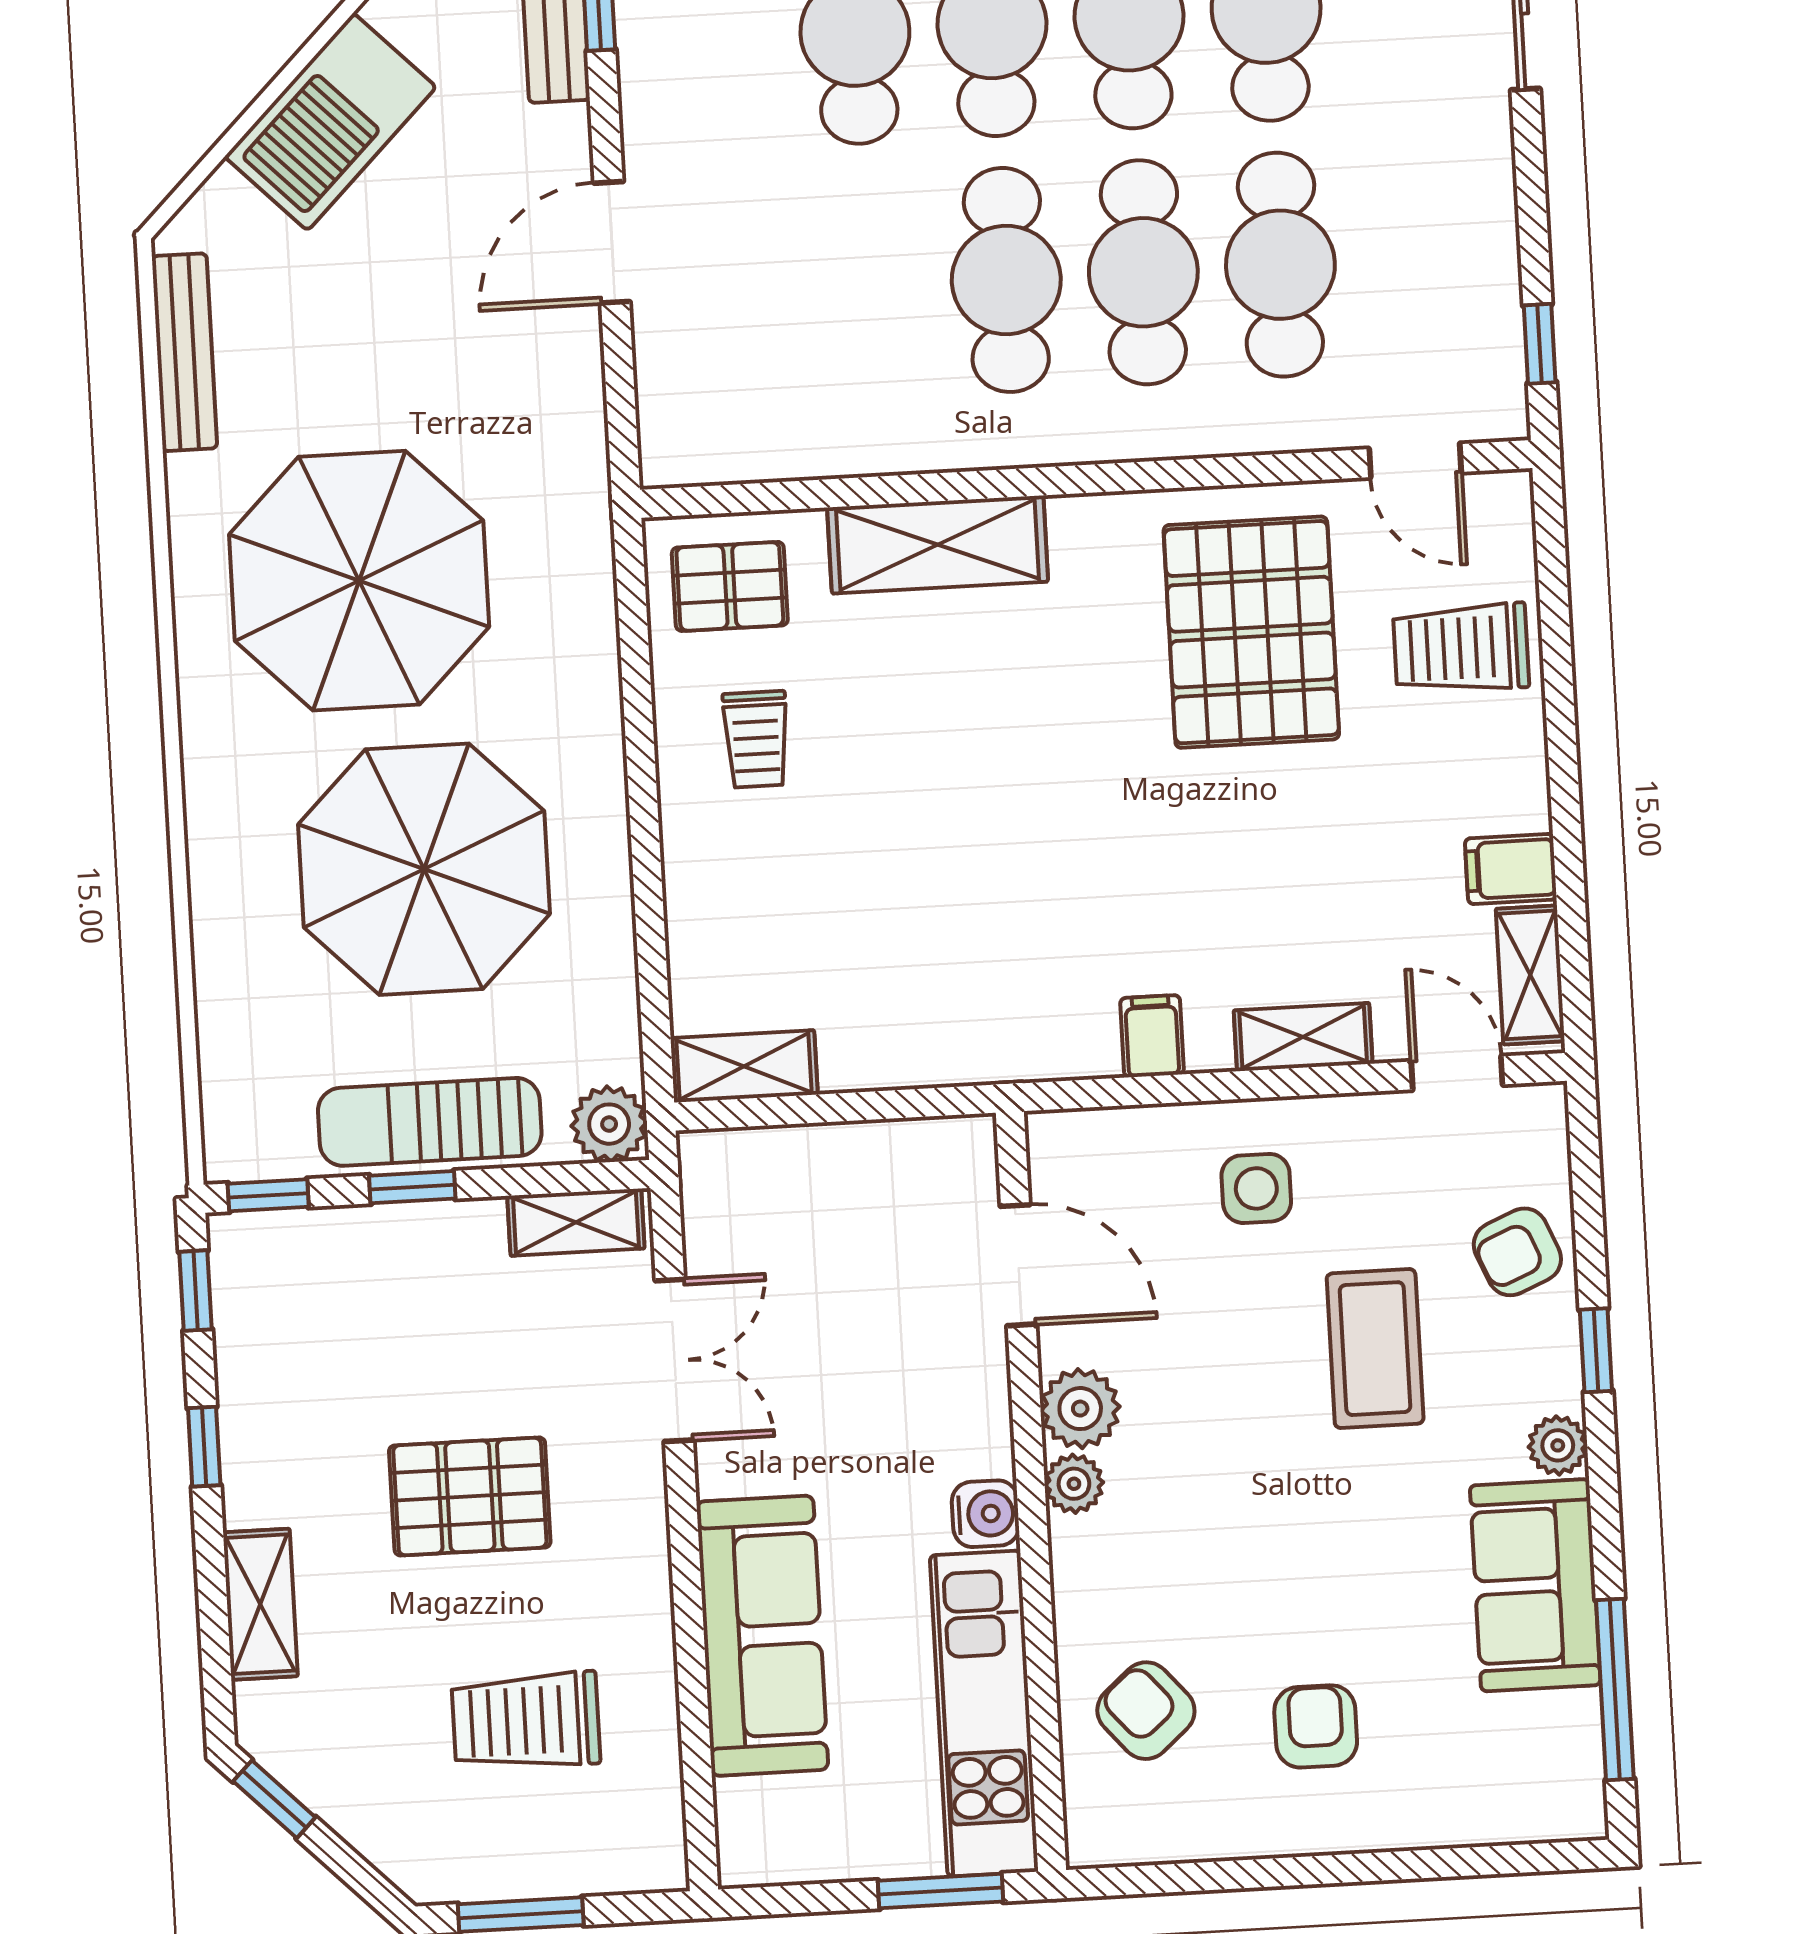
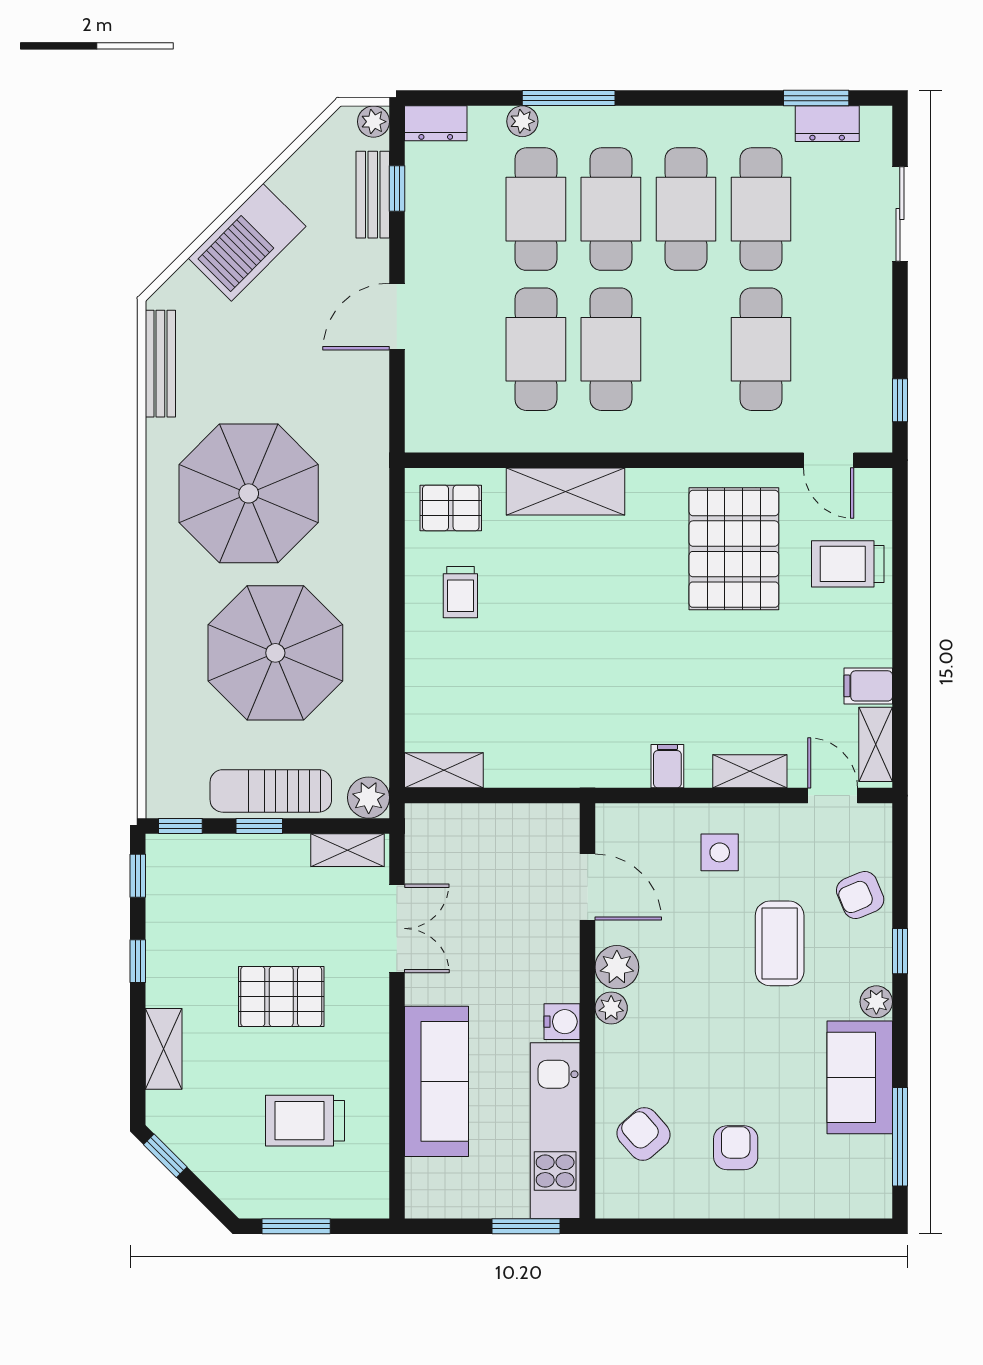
cafe table: (1143, 272) -> (536, 349), moved

